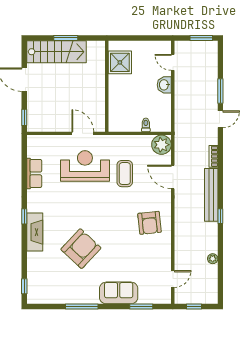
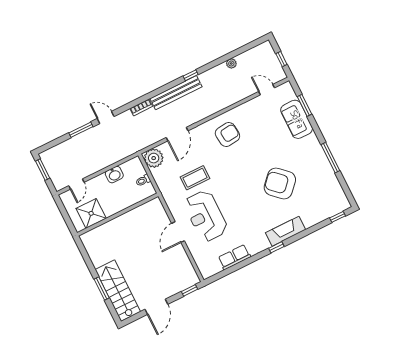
shower: (120, 62) -> (91, 213), moved
washbasin: (164, 85) -> (114, 175), moved
wall: (107, 86) -> (118, 215), moved
sofa: (119, 293) -> (297, 119), moved

